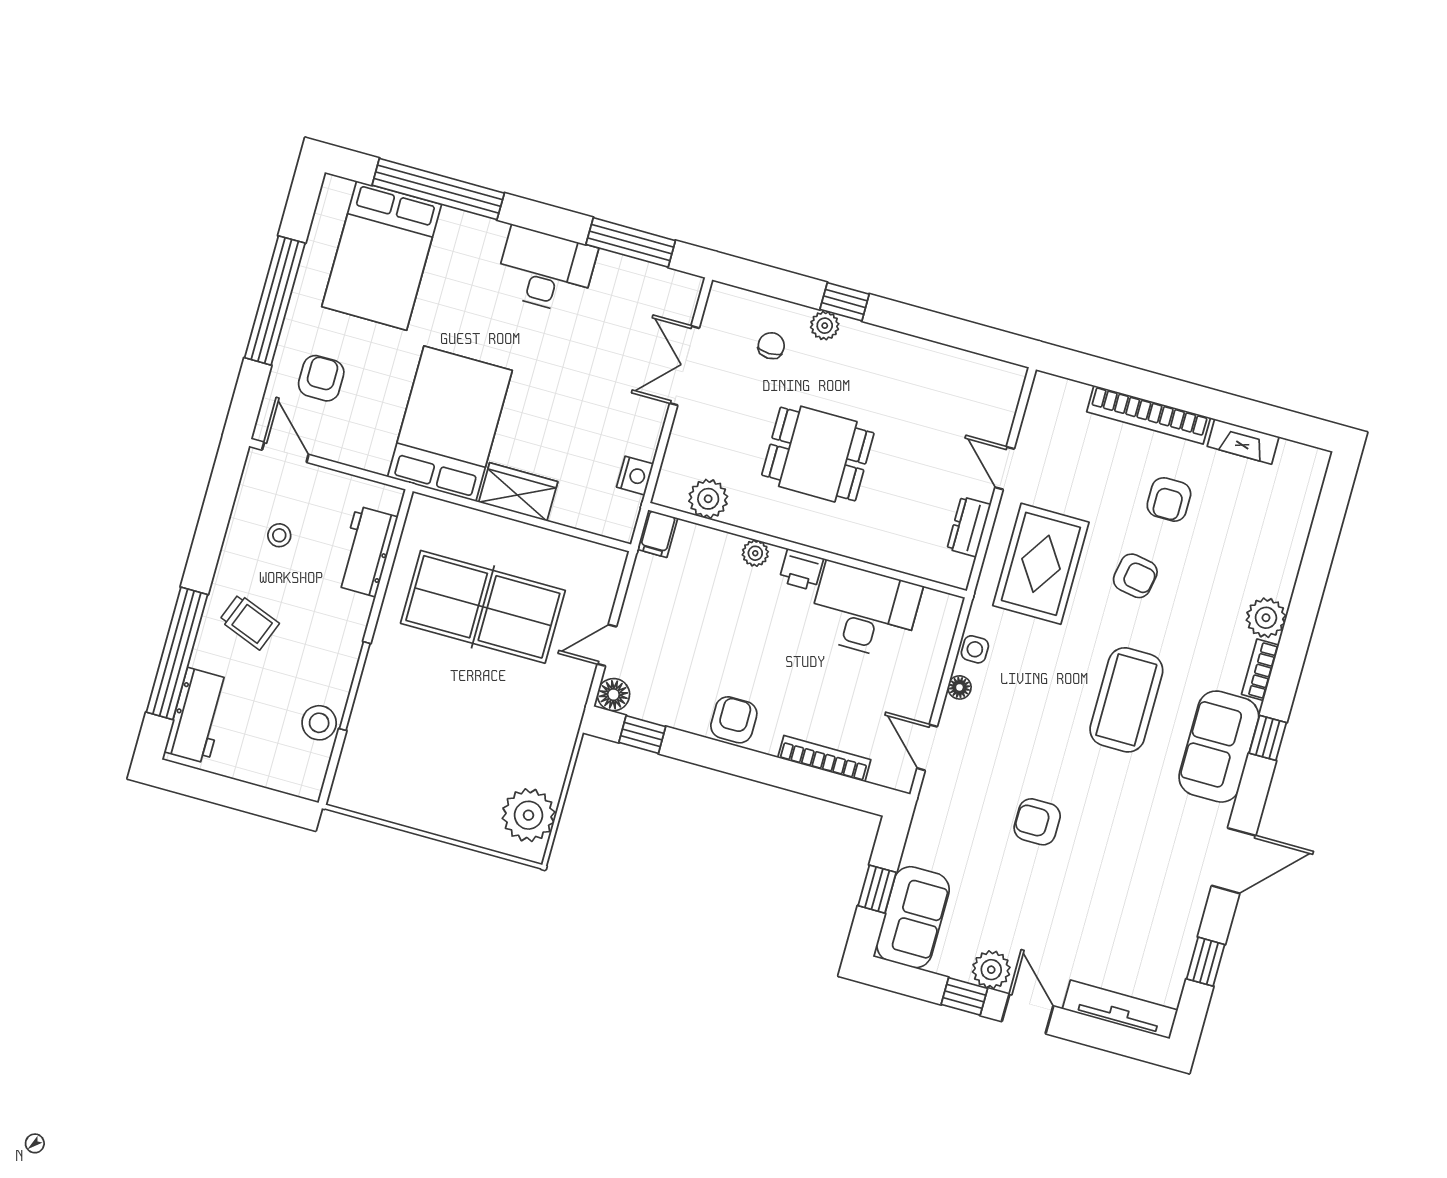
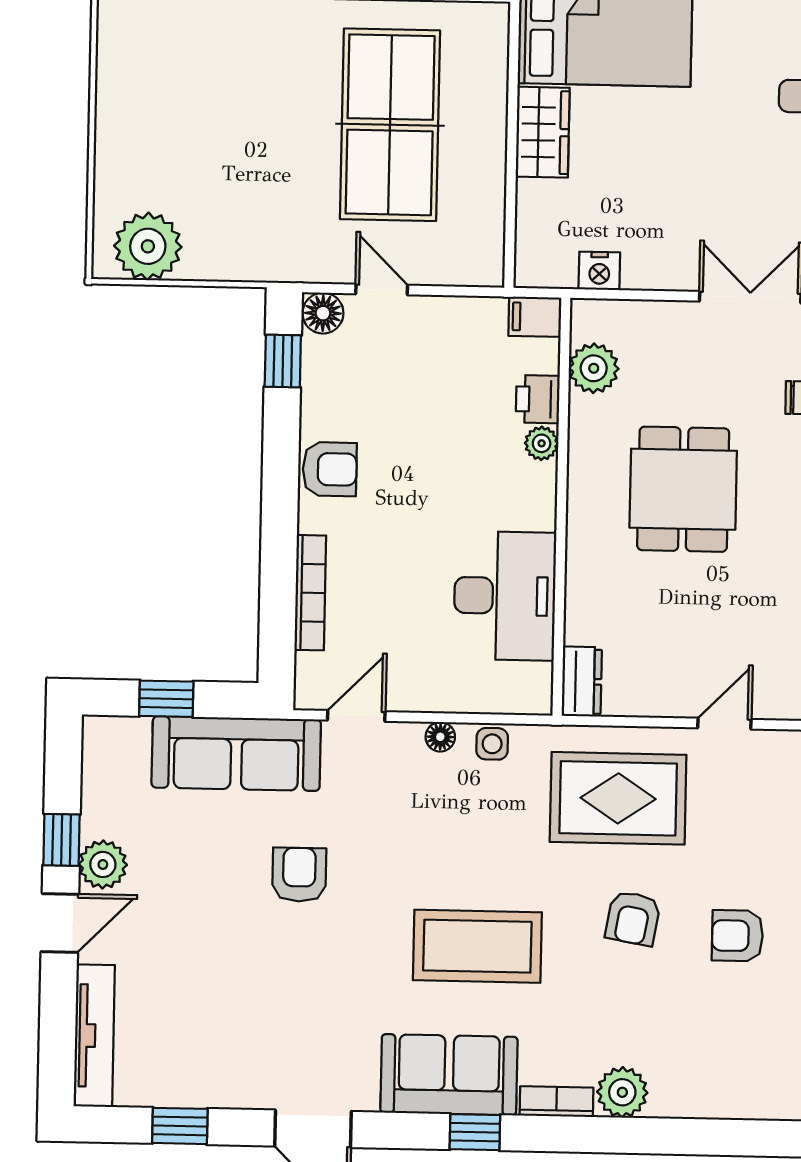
dresser: (969, 527) -> (582, 682), moved, turned 90
printer: (801, 570) -> (538, 399), moved
sofa: (913, 917) -> (236, 754), moved, width x1.36

